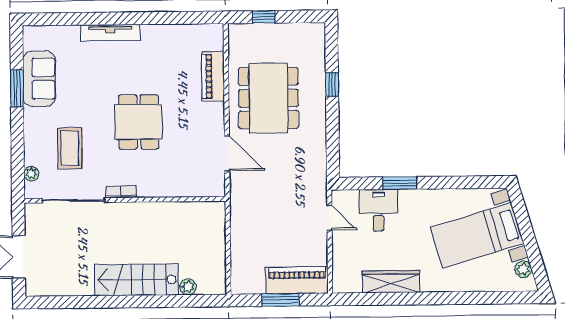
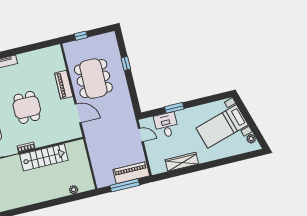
piano: (213, 76) -> (64, 85), moved
stairs: (136, 280) -> (44, 157), moved, turned 180
window: (280, 300) -> (125, 185), width x1.44

